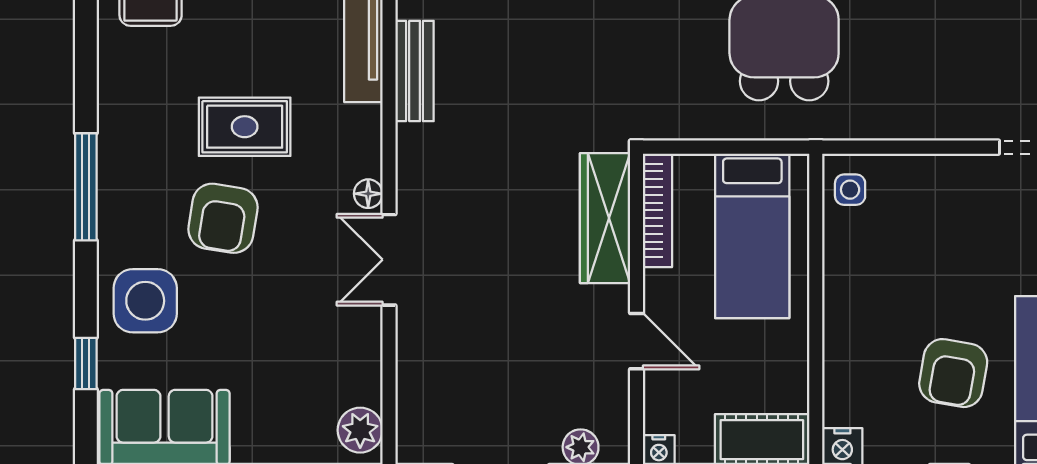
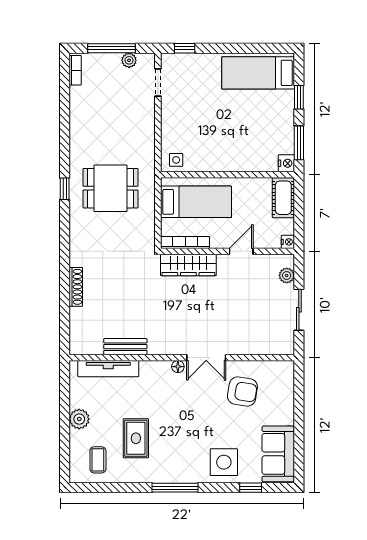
rug: (245, 127) -> (136, 438), moved
armchair: (223, 218) -> (242, 392), moved
armchair: (953, 373) -> (255, 116), removed
plant: (360, 430) -> (279, 370), removed

